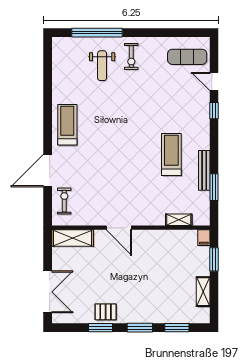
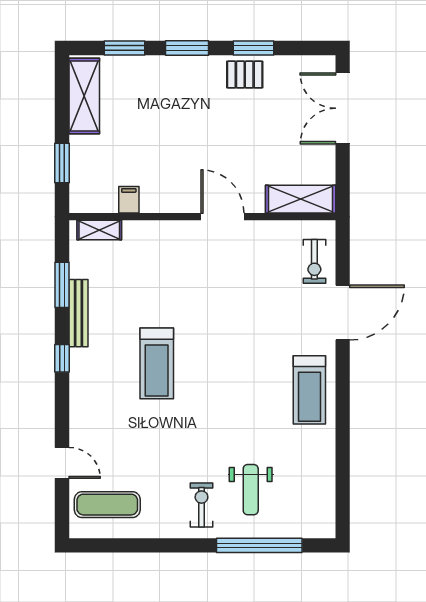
weight bench: (102, 66) -> (251, 490), turned 180
window: (214, 111) -> (62, 358), moved
treadmill: (171, 154) -> (157, 363), moved
shelving: (179, 220) -> (99, 230), moved
filing cabinet: (204, 238) -> (129, 200), moved
shelving: (203, 292) -> (84, 96), width x1.50, depth x1.33

